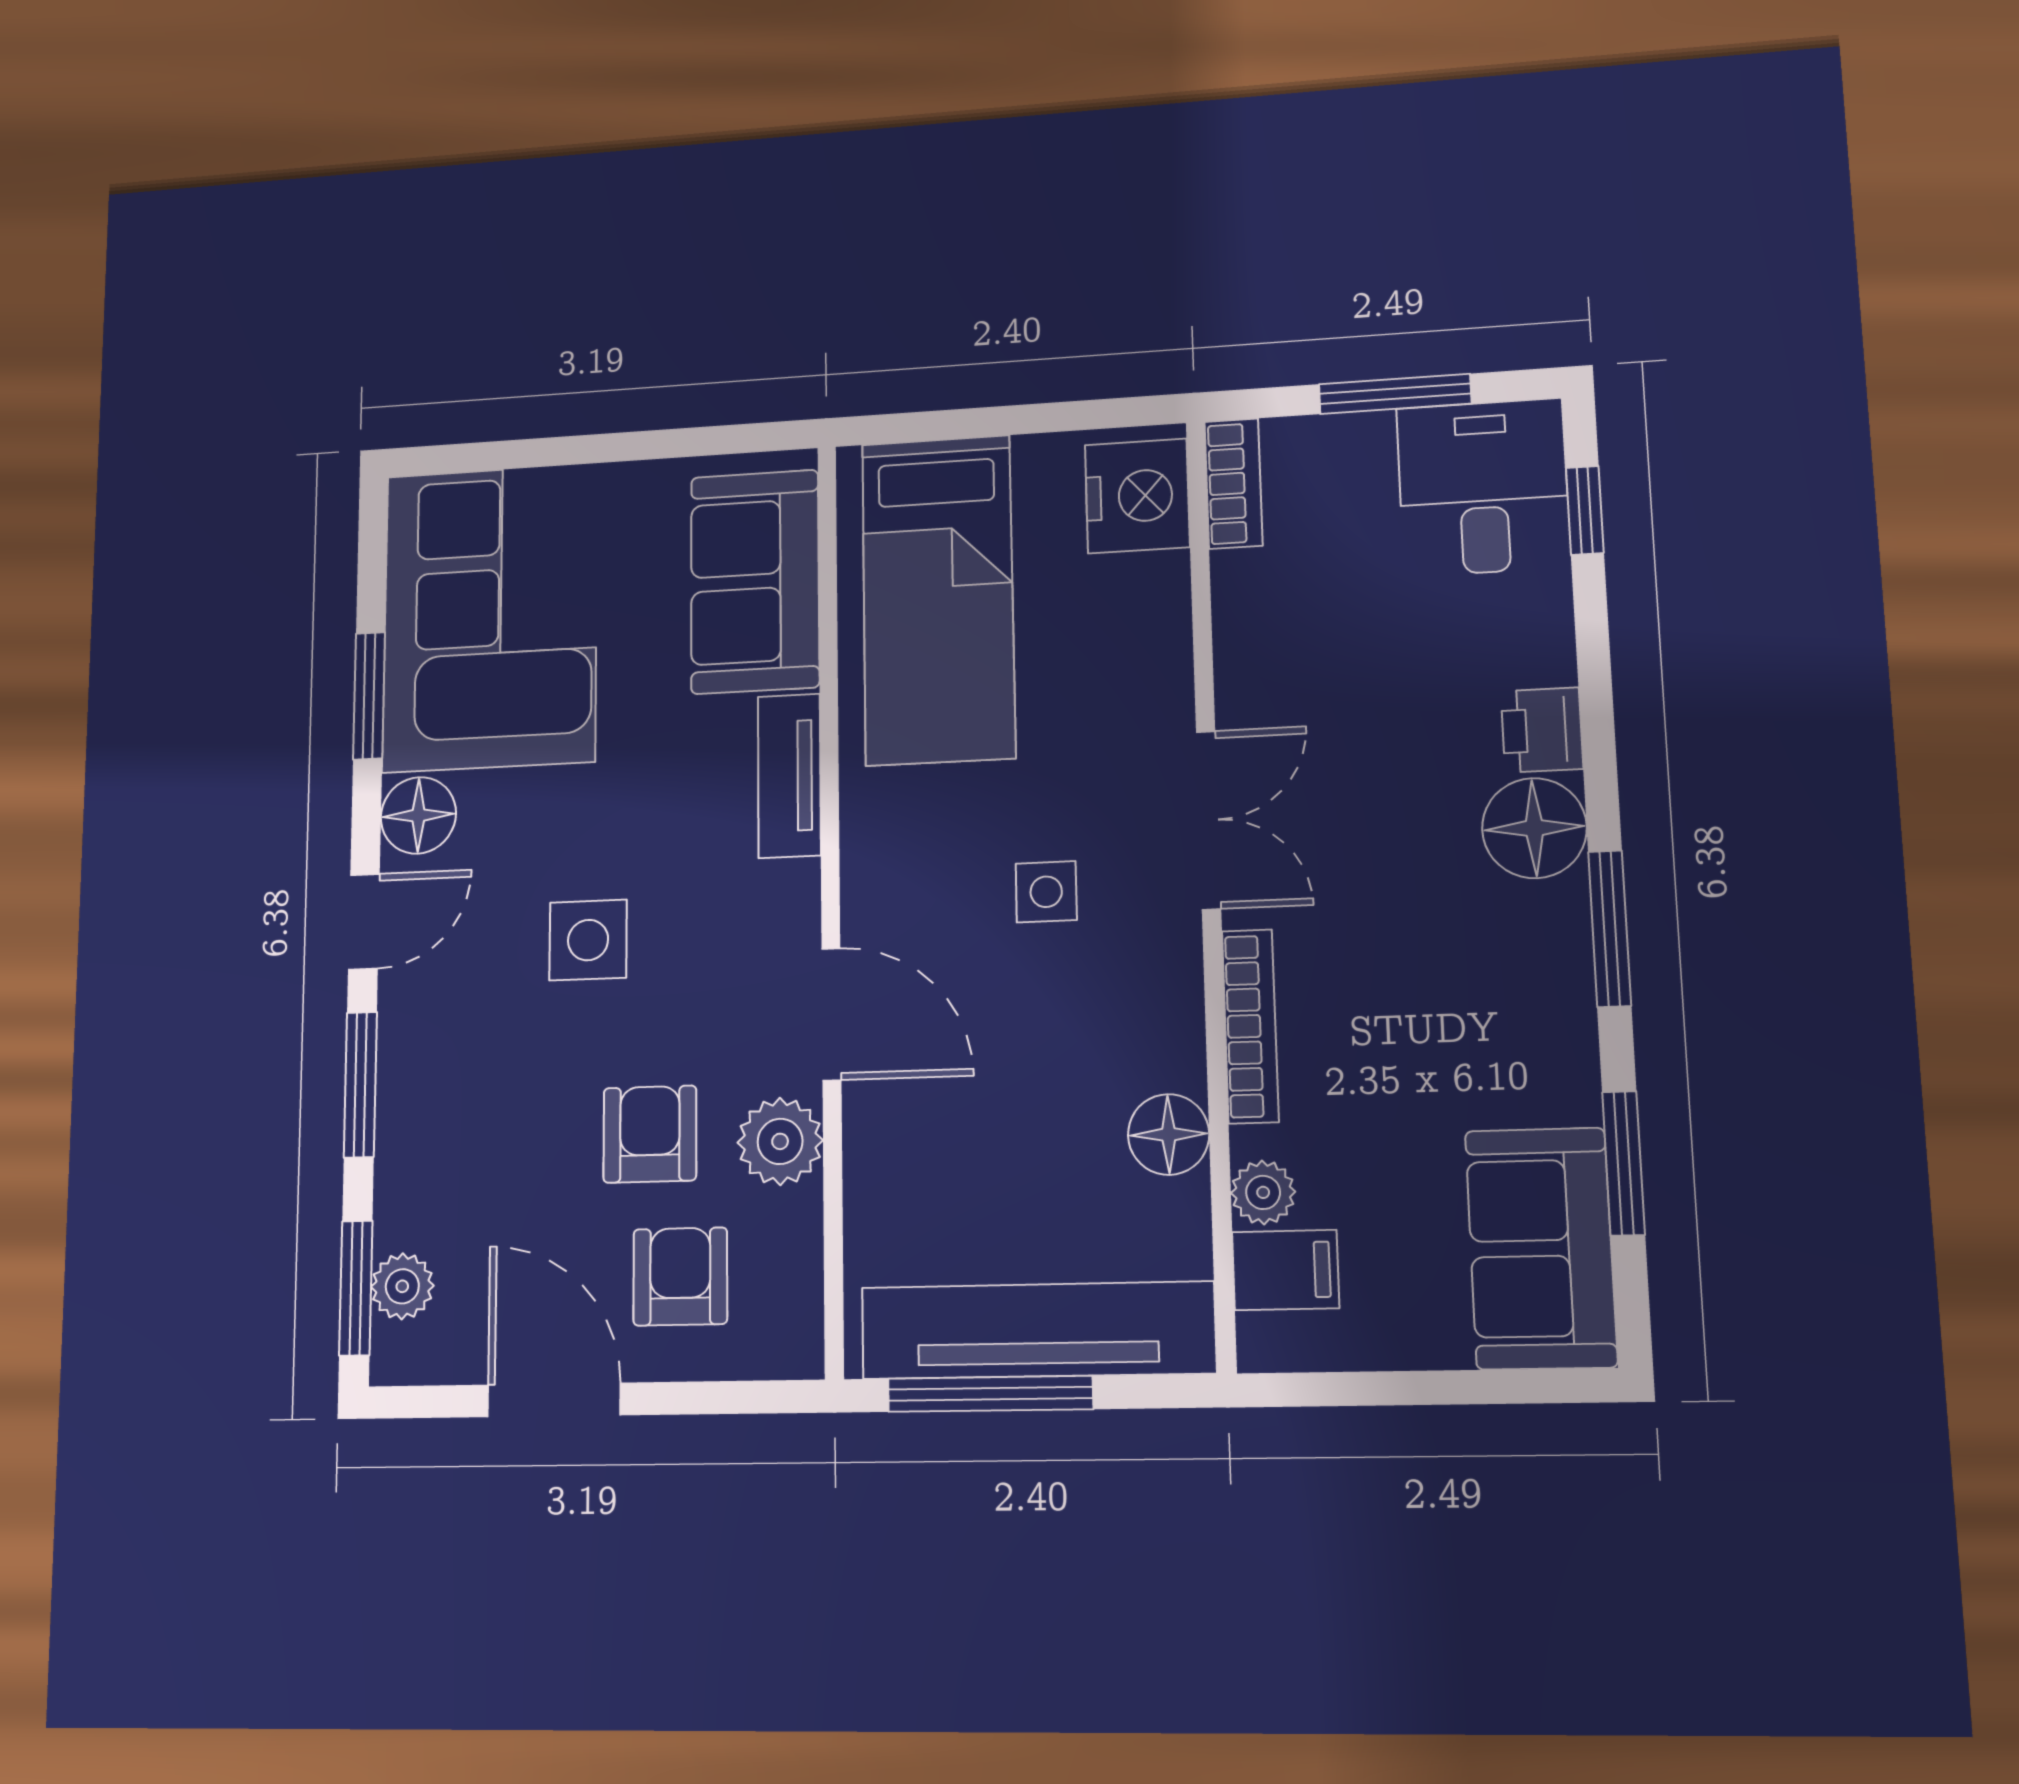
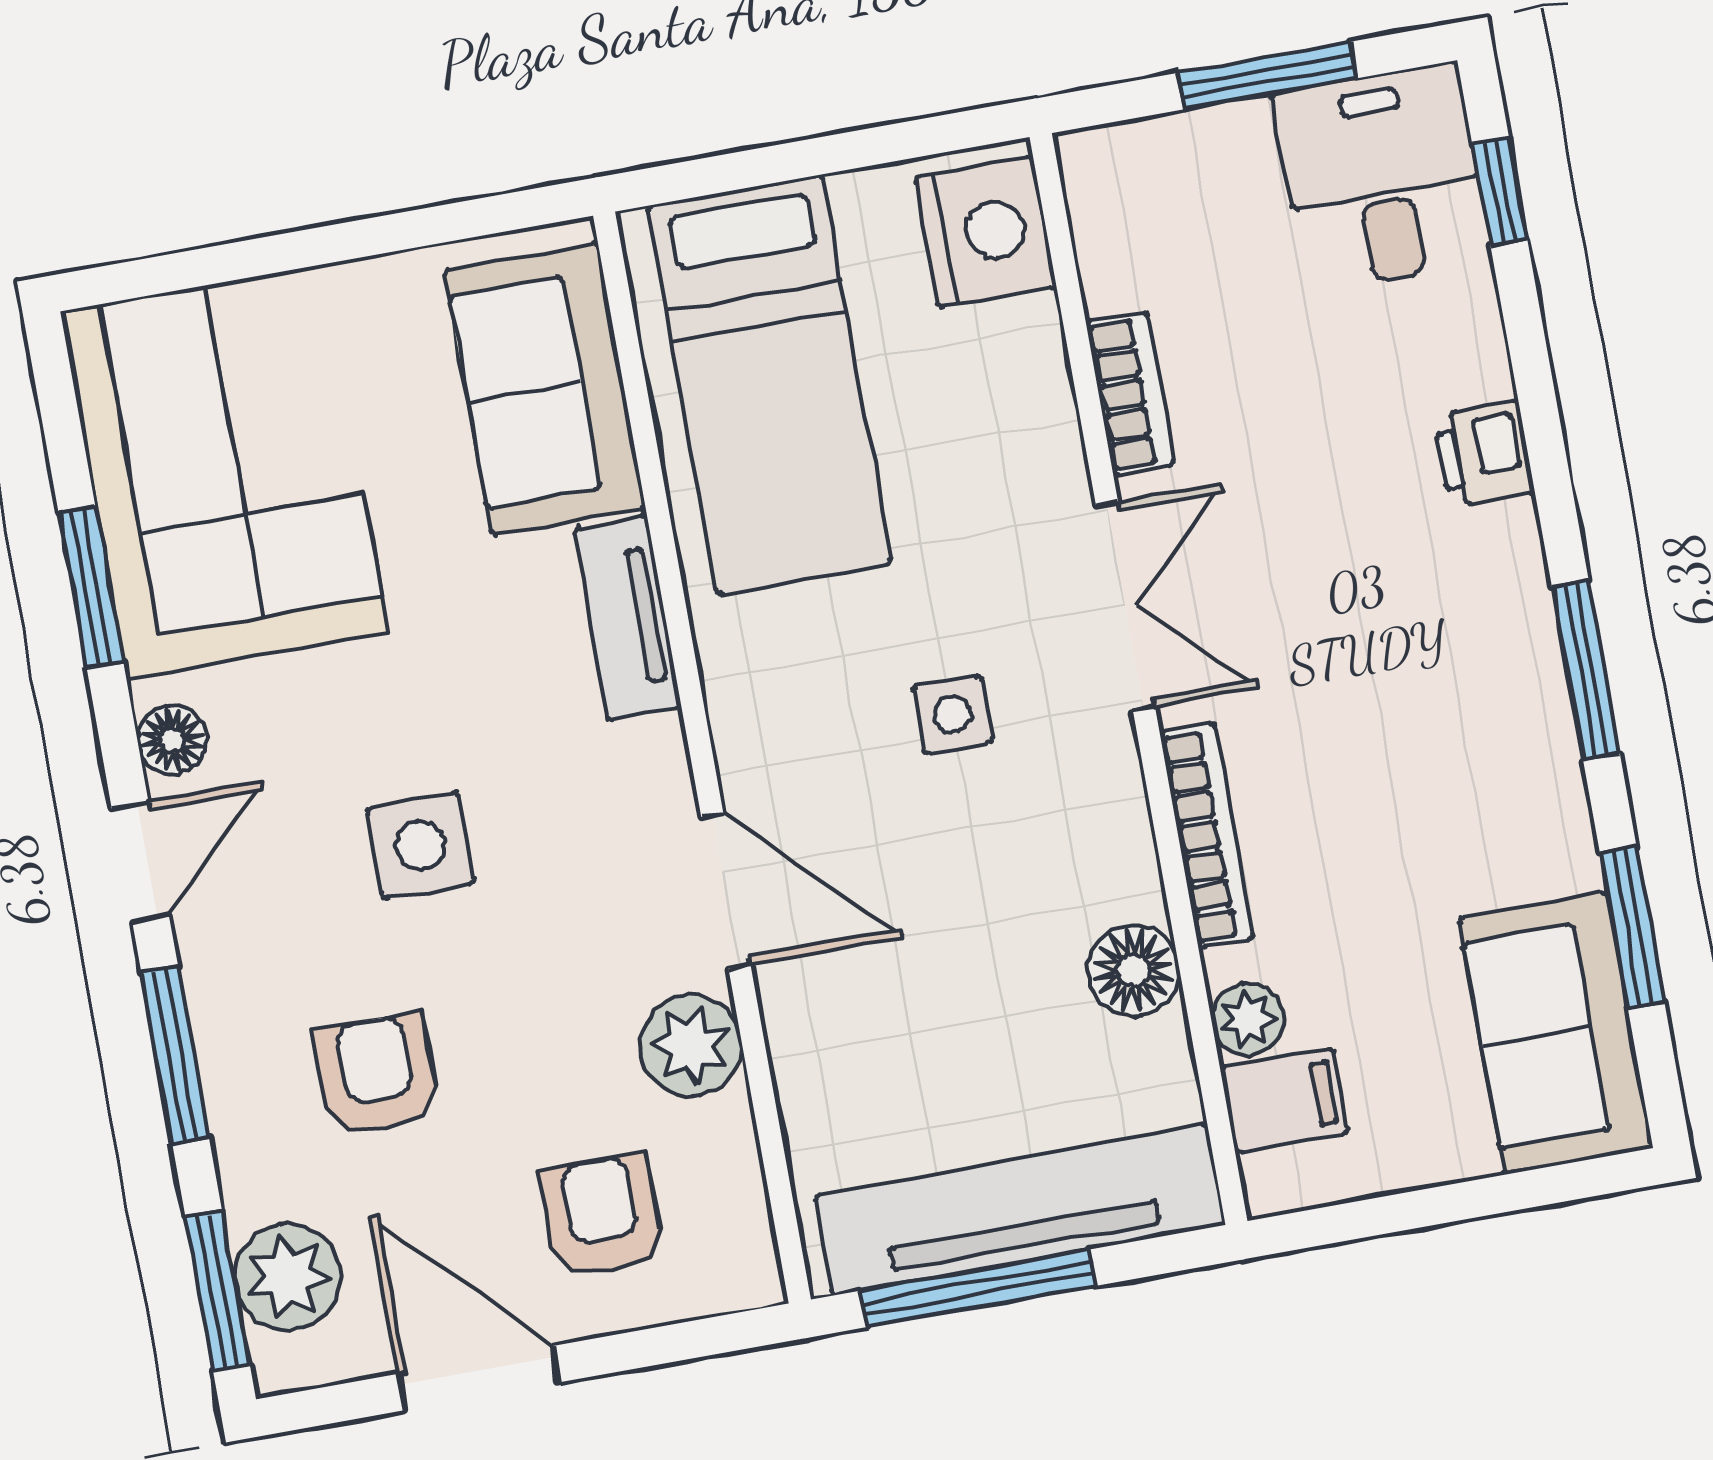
bookcase: (1234, 483) -> (1130, 394), moved
floor lamp: (418, 815) -> (172, 740), width x0.73, depth x0.73
floor lamp: (1534, 828) -> (1490, 568), removed
armchair: (650, 1134) -> (377, 1075), moved
plant: (402, 1286) -> (288, 1277), width x1.38, depth x1.38

